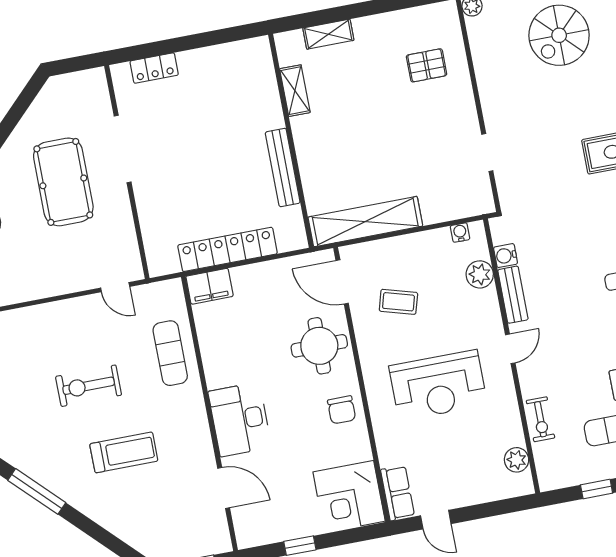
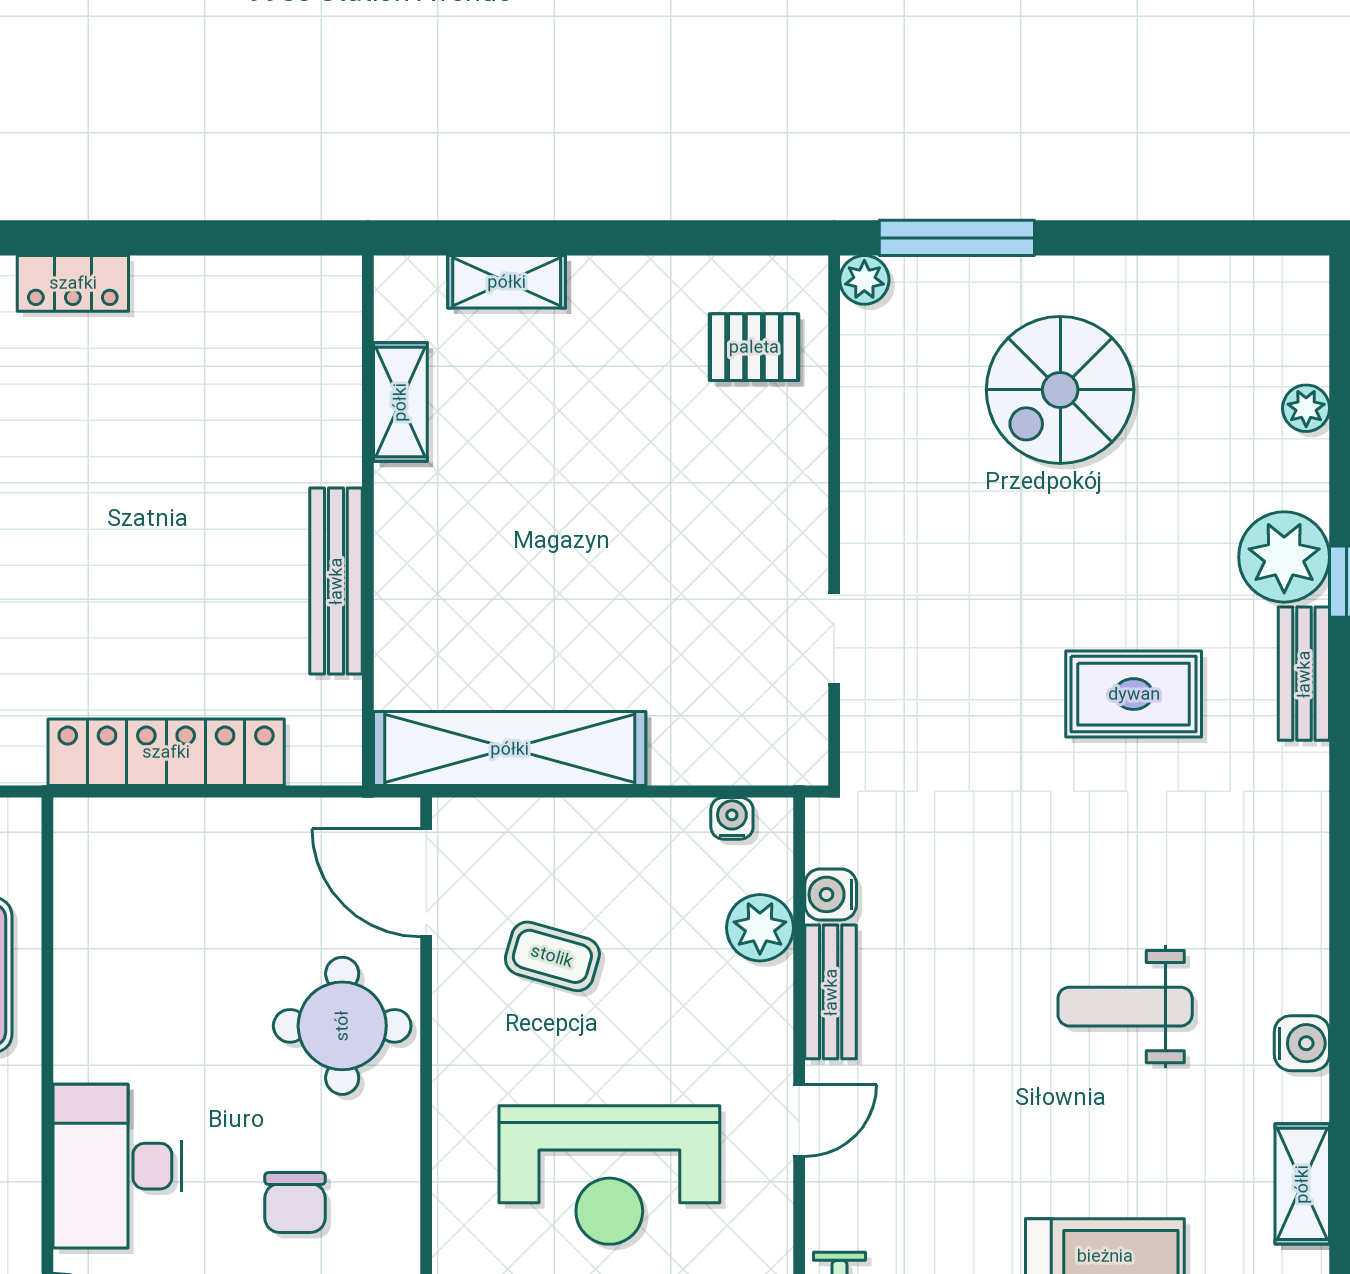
pallet: (427, 65) -> (754, 347), moved
filing cabinet: (210, 286) -> (106, 832), removed
chair: (342, 410) -> (295, 1203), moved

